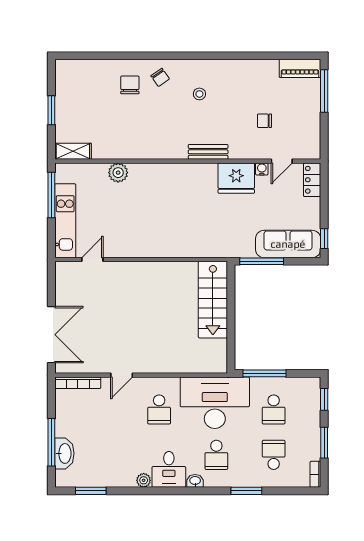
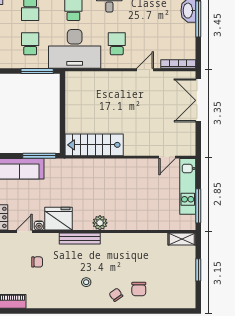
bench: (208, 152) -> (80, 238), width x1.36
plant: (118, 173) -> (100, 223), moved
stairs: (213, 300) -> (94, 145), moved, turned -90

